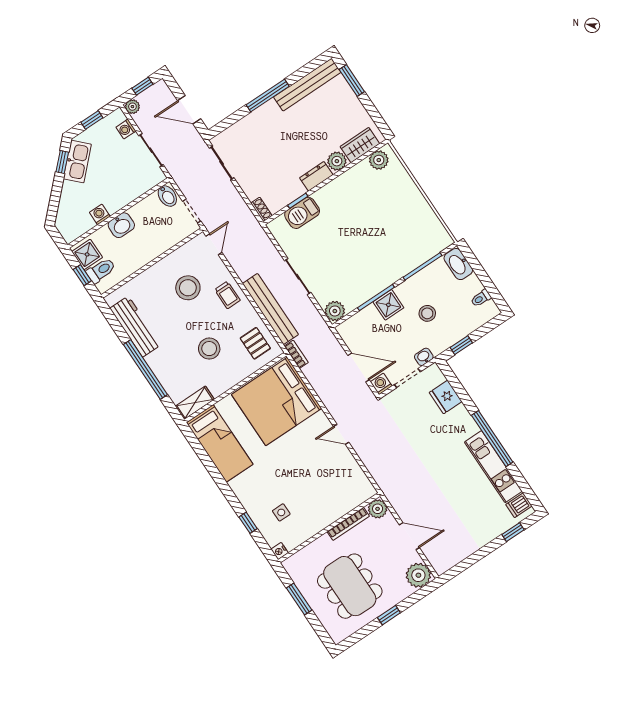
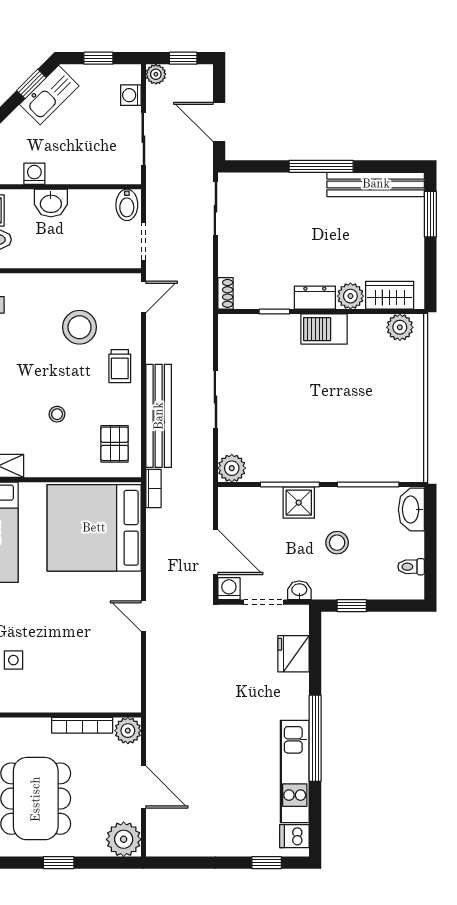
barbecue: (302, 213) -> (324, 329), moved
stool: (209, 349) -> (57, 414), width x0.53, depth x0.53

